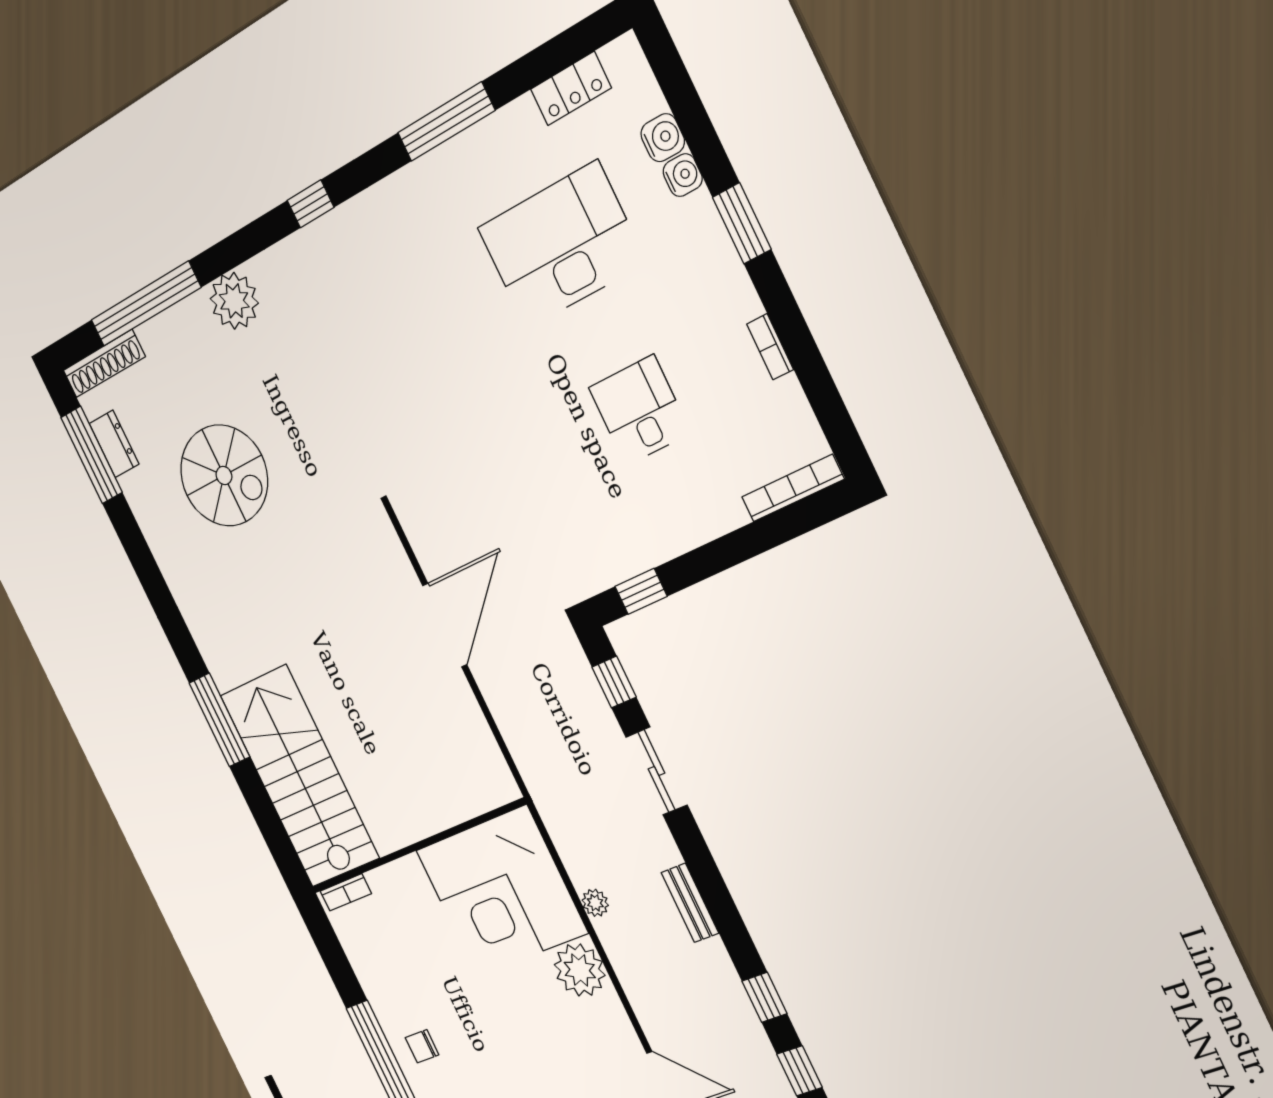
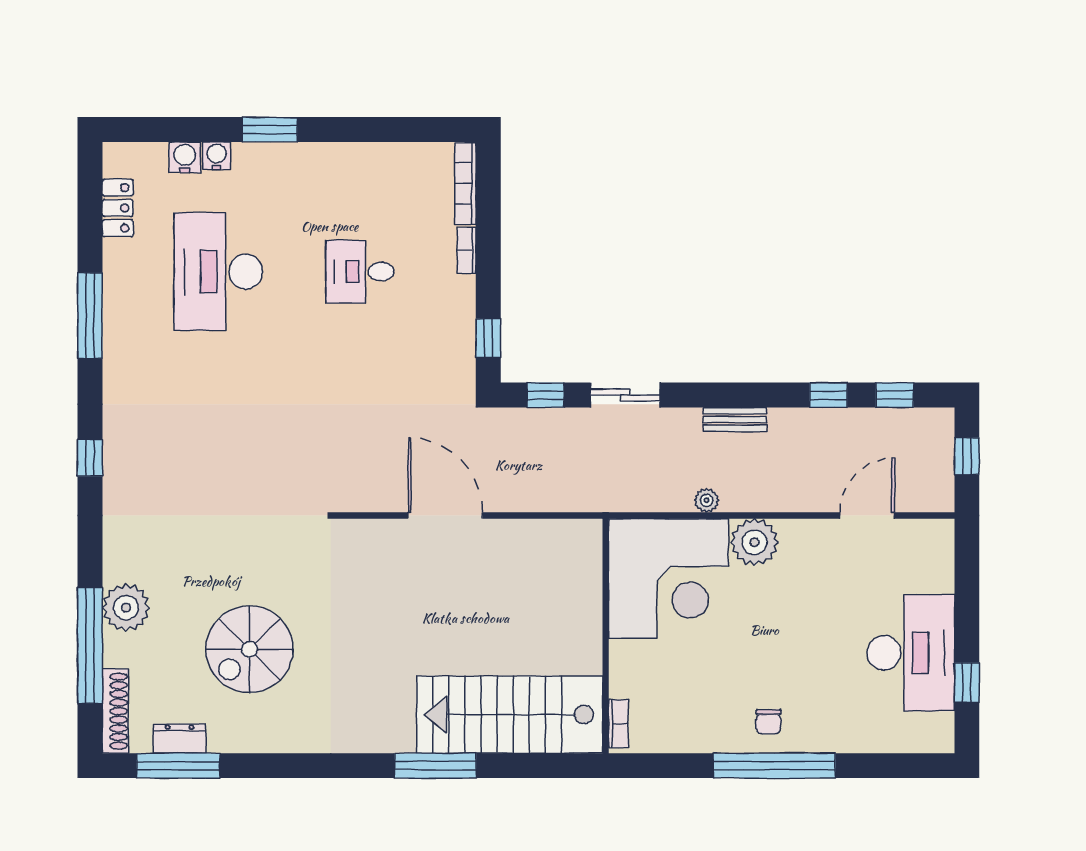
plant: (234, 301) -> (126, 608), moved
bookcase: (770, 347) -> (467, 250), moved, turned 90
spiral stairs: (224, 475) -> (249, 649), turned 180

